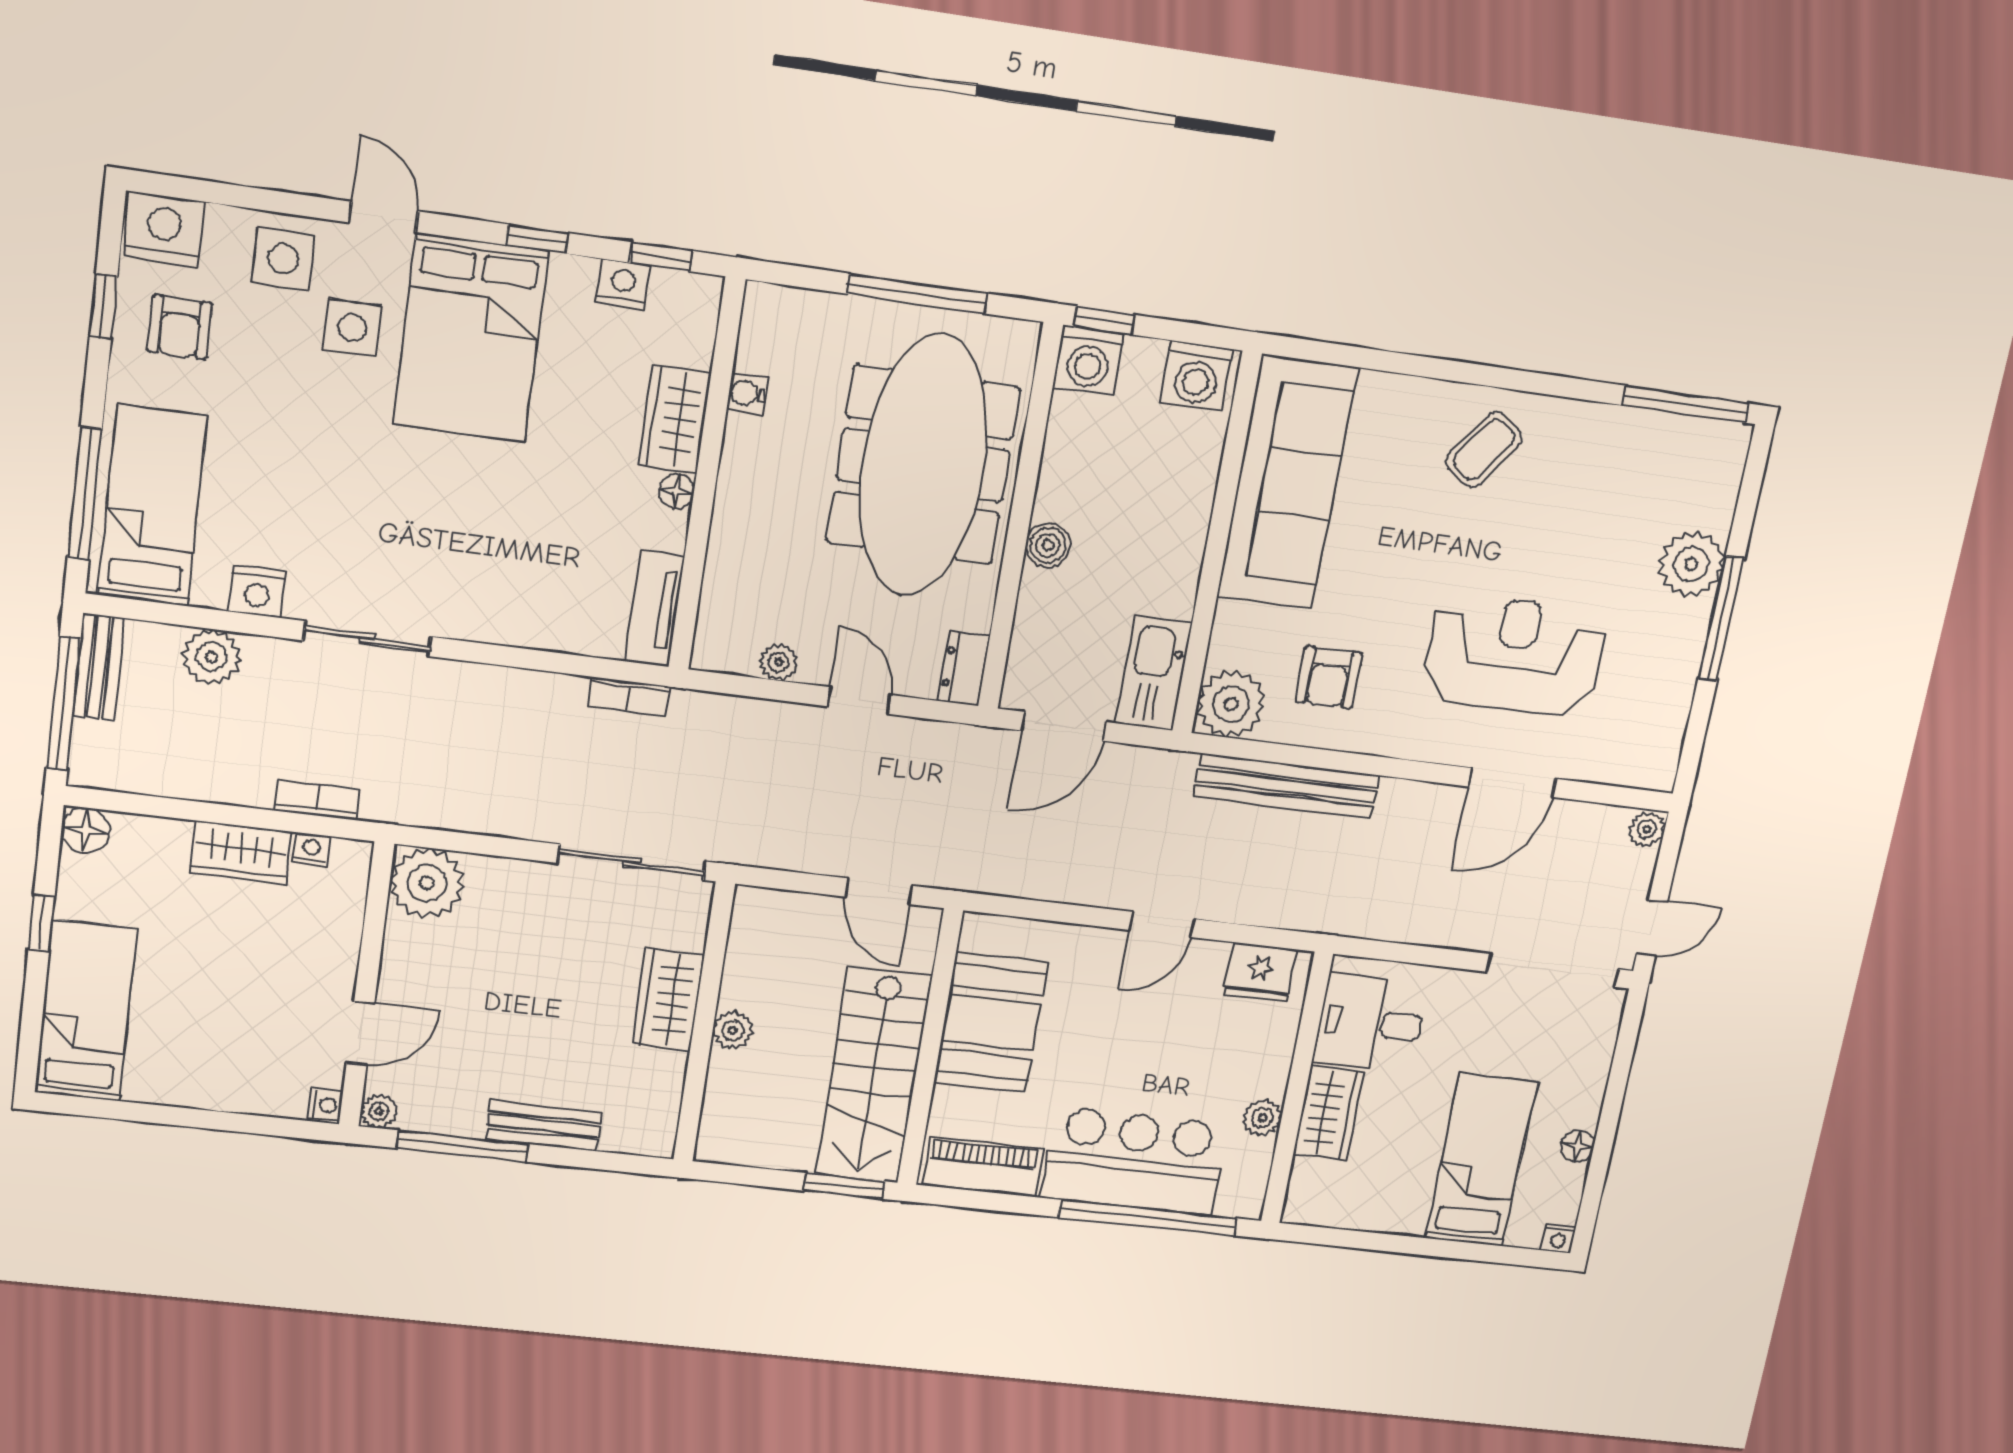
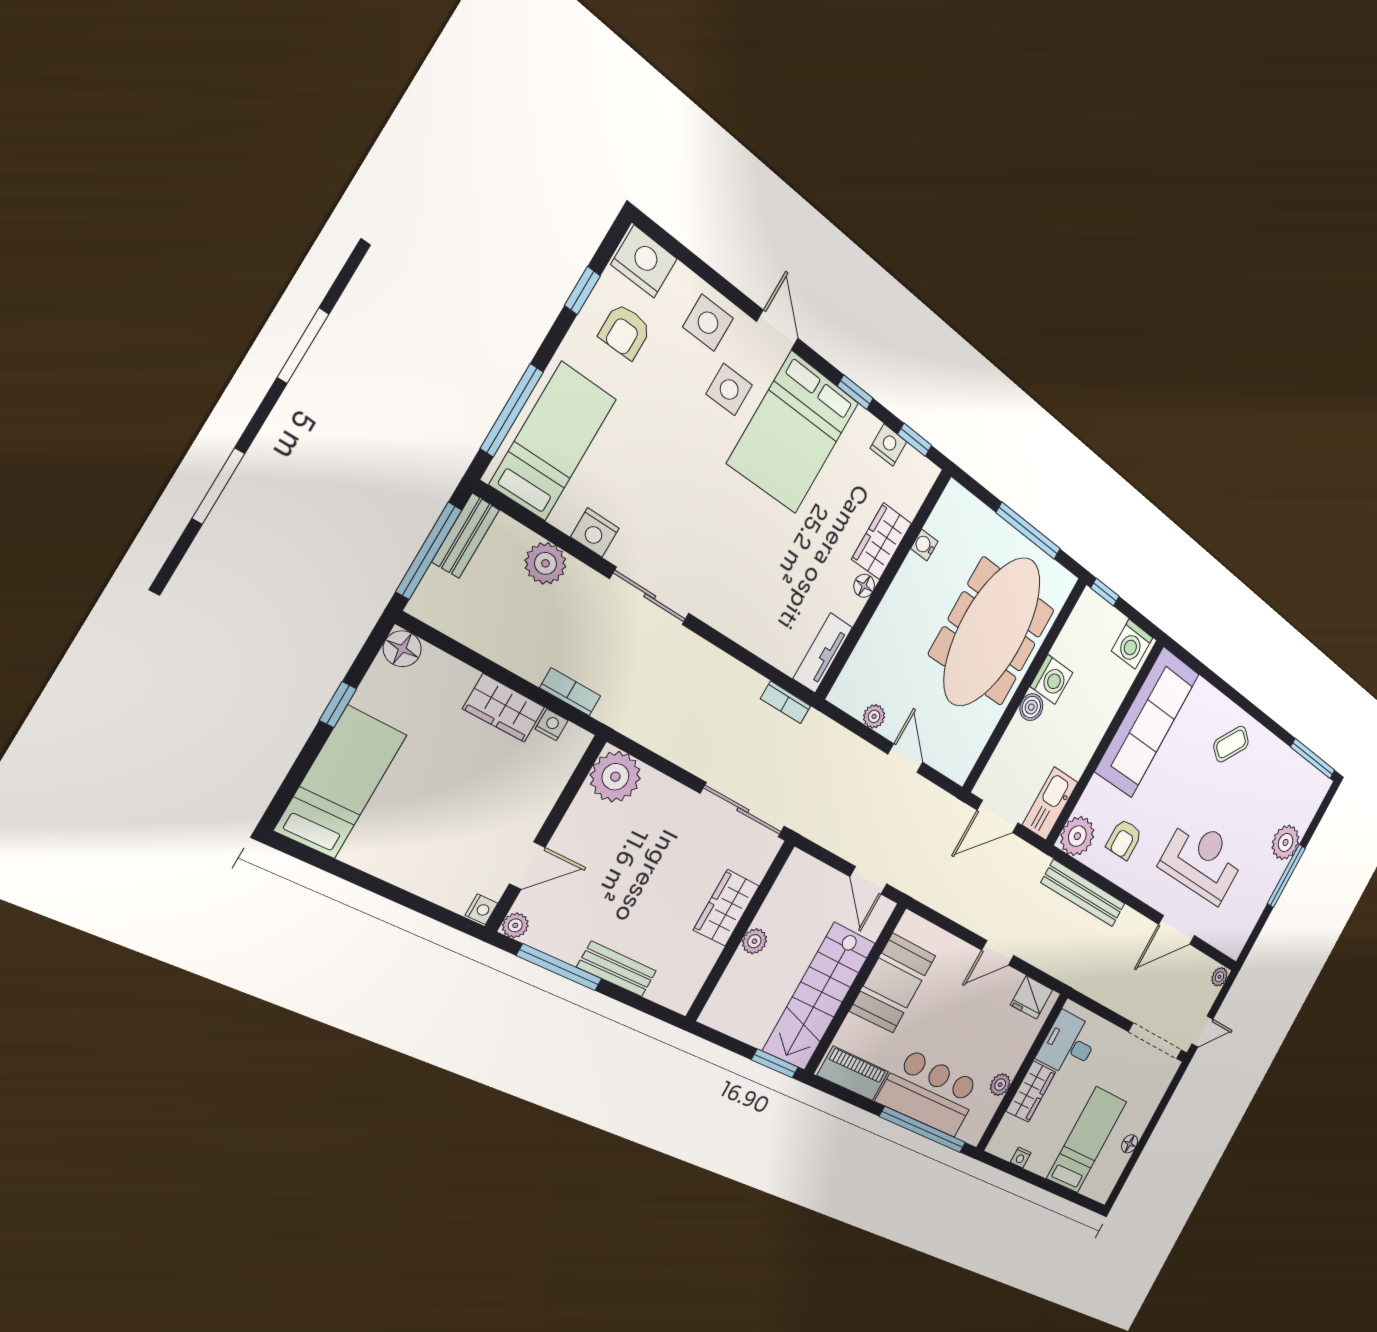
washing machine: (1088, 360) -> (1051, 680), moved, turned -90
dresser: (964, 668) -> (964, 761), removed
nightstand: (1558, 1238) -> (1021, 1158), moved

